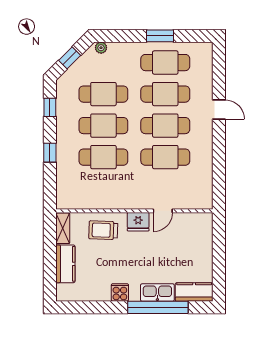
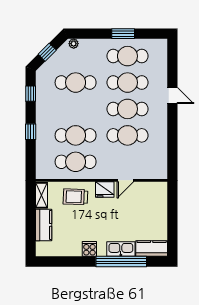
cafe table: (103, 126) -> (76, 162), moved

